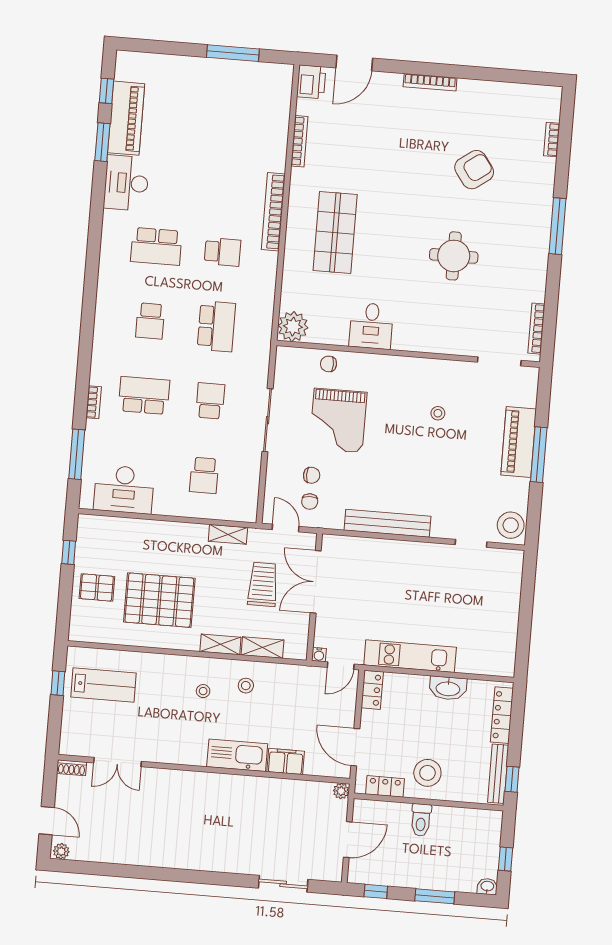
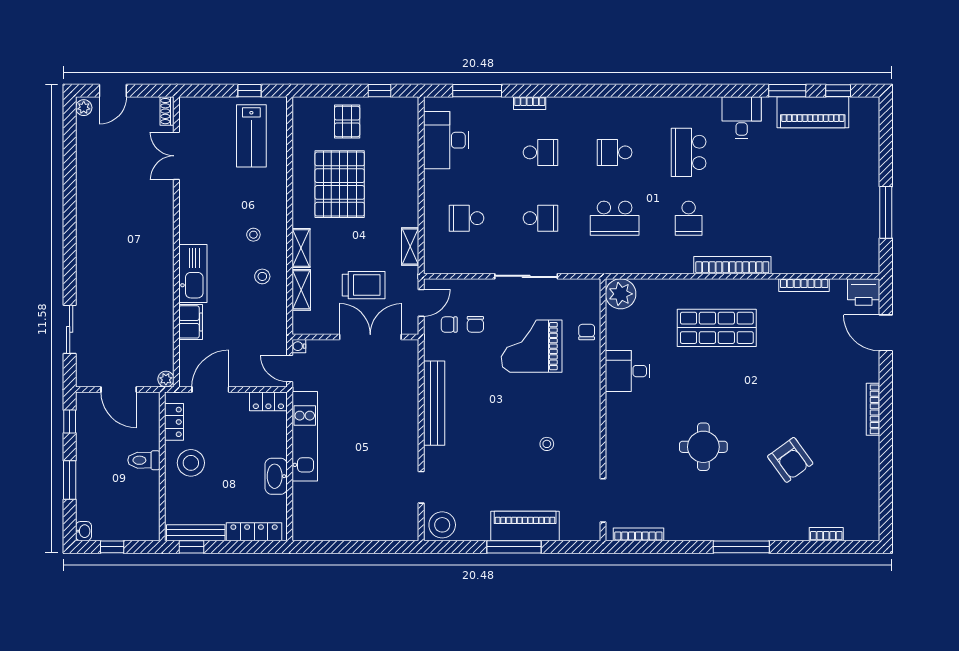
desk: (126, 183) -> (742, 118), width x0.73
school desk: (144, 395) -> (541, 152), width x0.54

